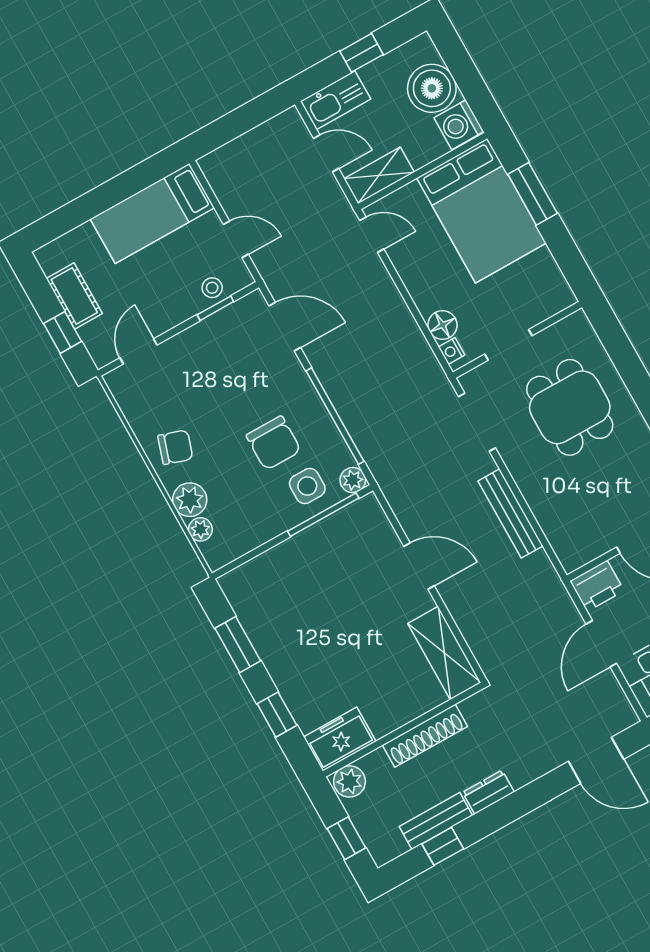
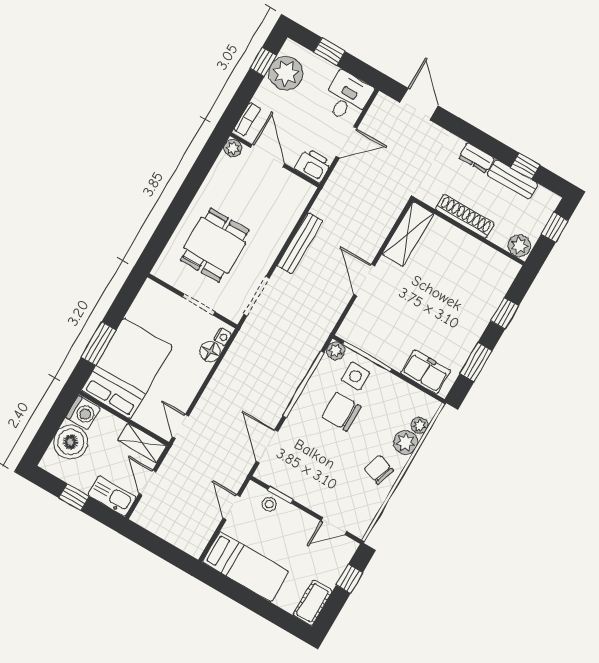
cot: (74, 296) -> (313, 603), moved
chair: (274, 443) -> (341, 412), turned -90
freezer: (340, 739) -> (426, 372), moved, turned 180

